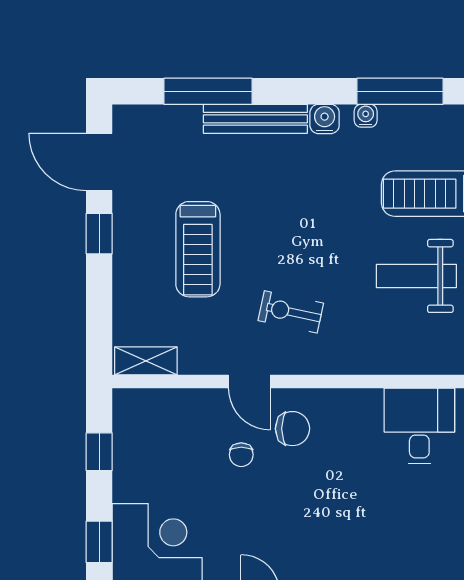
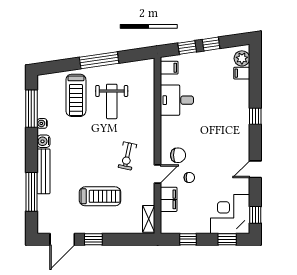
filing cabinet: (191, 407) -> (169, 199), added
chair: (292, 429) -> (178, 155), turned 90

